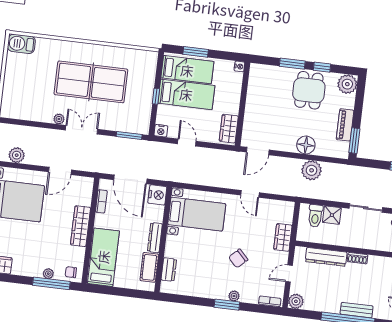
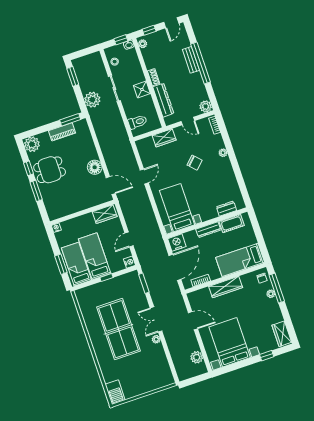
floor lamp: (306, 145) -> (95, 167), moved
plant: (312, 170) -> (92, 100), moved
shower: (332, 215) -> (142, 89), moved
window: (227, 305) -> (232, 155), removed

